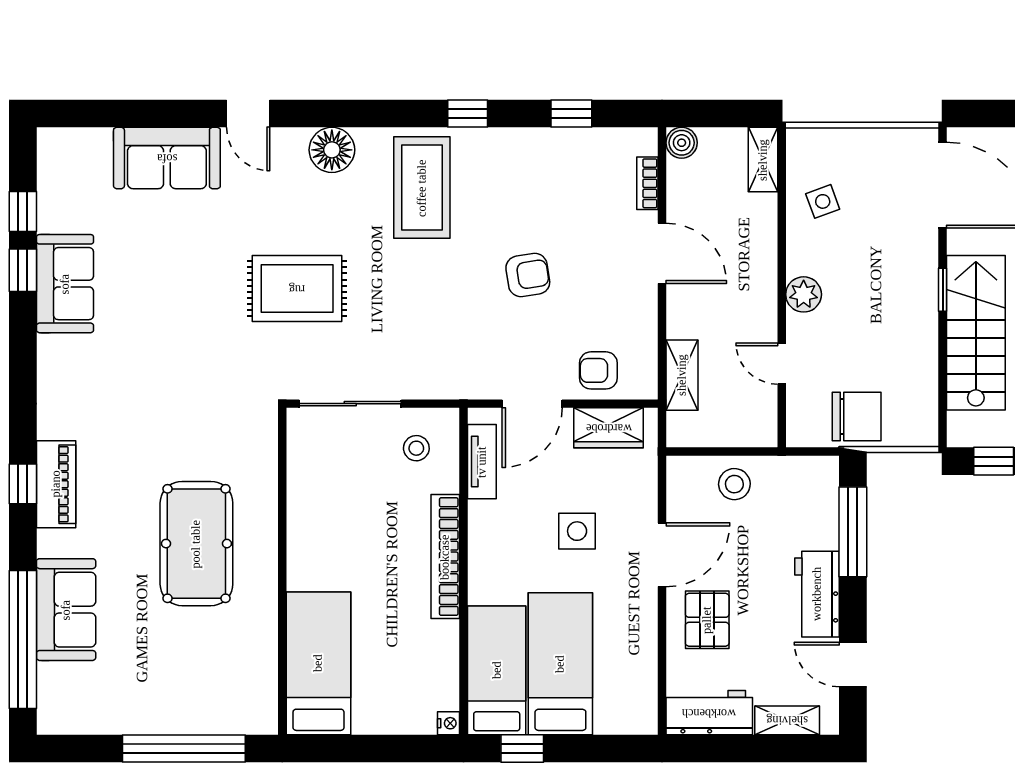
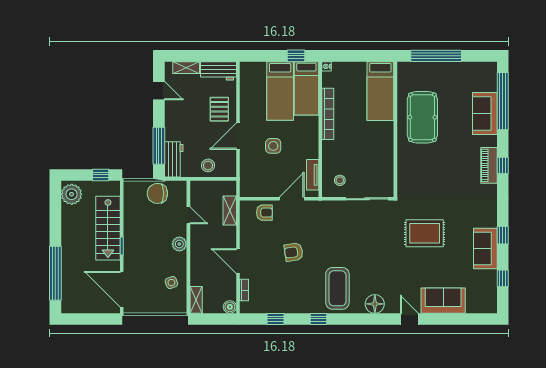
window: (23, 270) -> (503, 235), moved
rug: (297, 289) -> (425, 233), moved
wardrobe: (609, 428) -> (260, 189), removed
pool table: (196, 544) -> (422, 117), moved
bookcase: (445, 557) -> (328, 114), moved
workbench: (817, 594) -> (174, 159), moved

